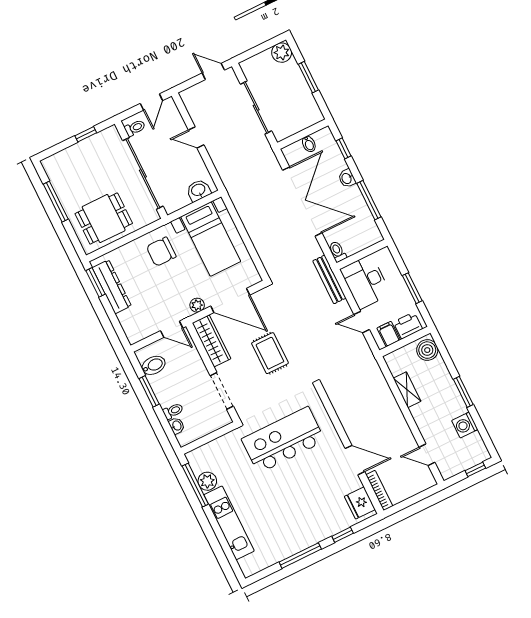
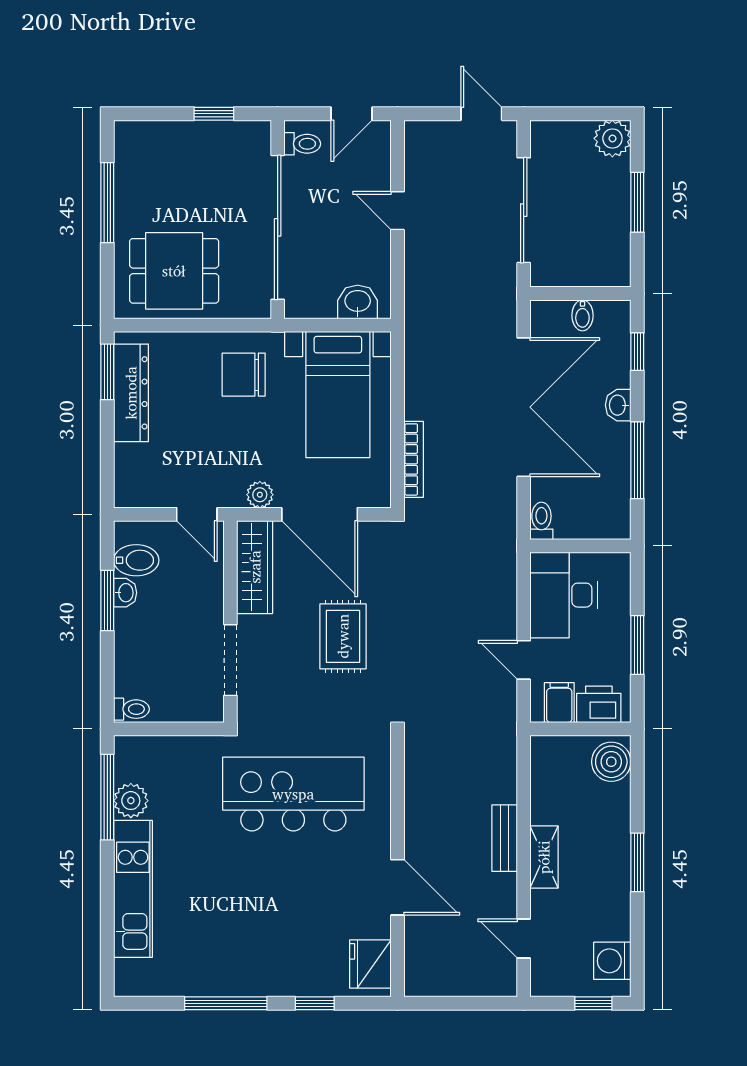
bench: (329, 279) -> (505, 838), moved, width x0.73
shelving: (407, 390) -> (544, 857), moved
toilet: (173, 411) -> (131, 709), moved
washing machine: (465, 425) -> (612, 961), moved
washbasin: (177, 426) -> (125, 593), moved
bookcase: (379, 490) -> (414, 459), moved

